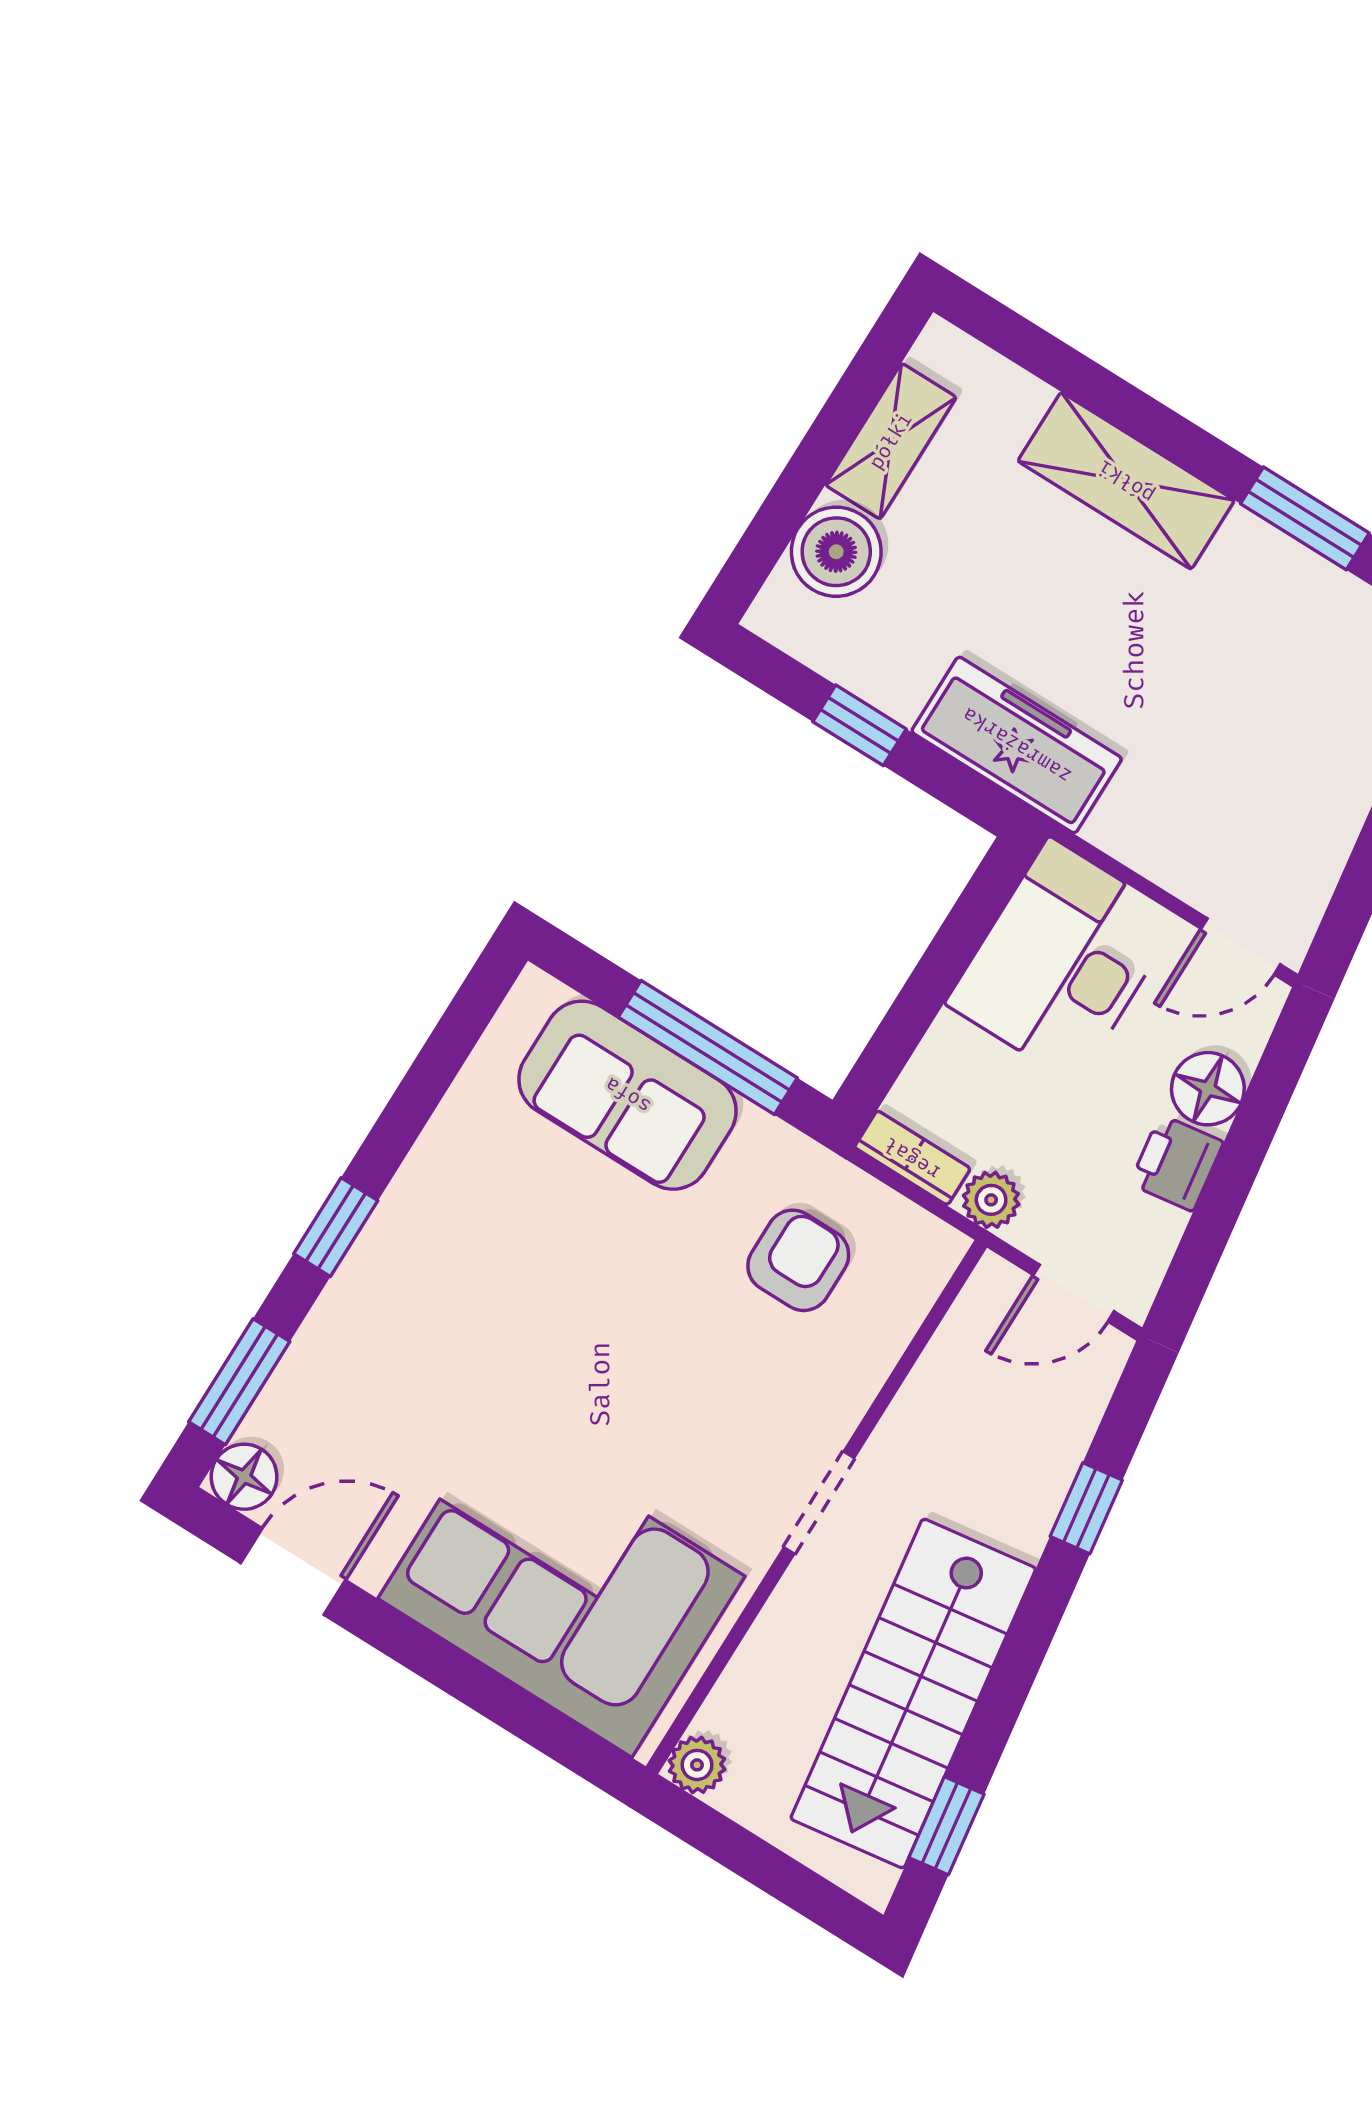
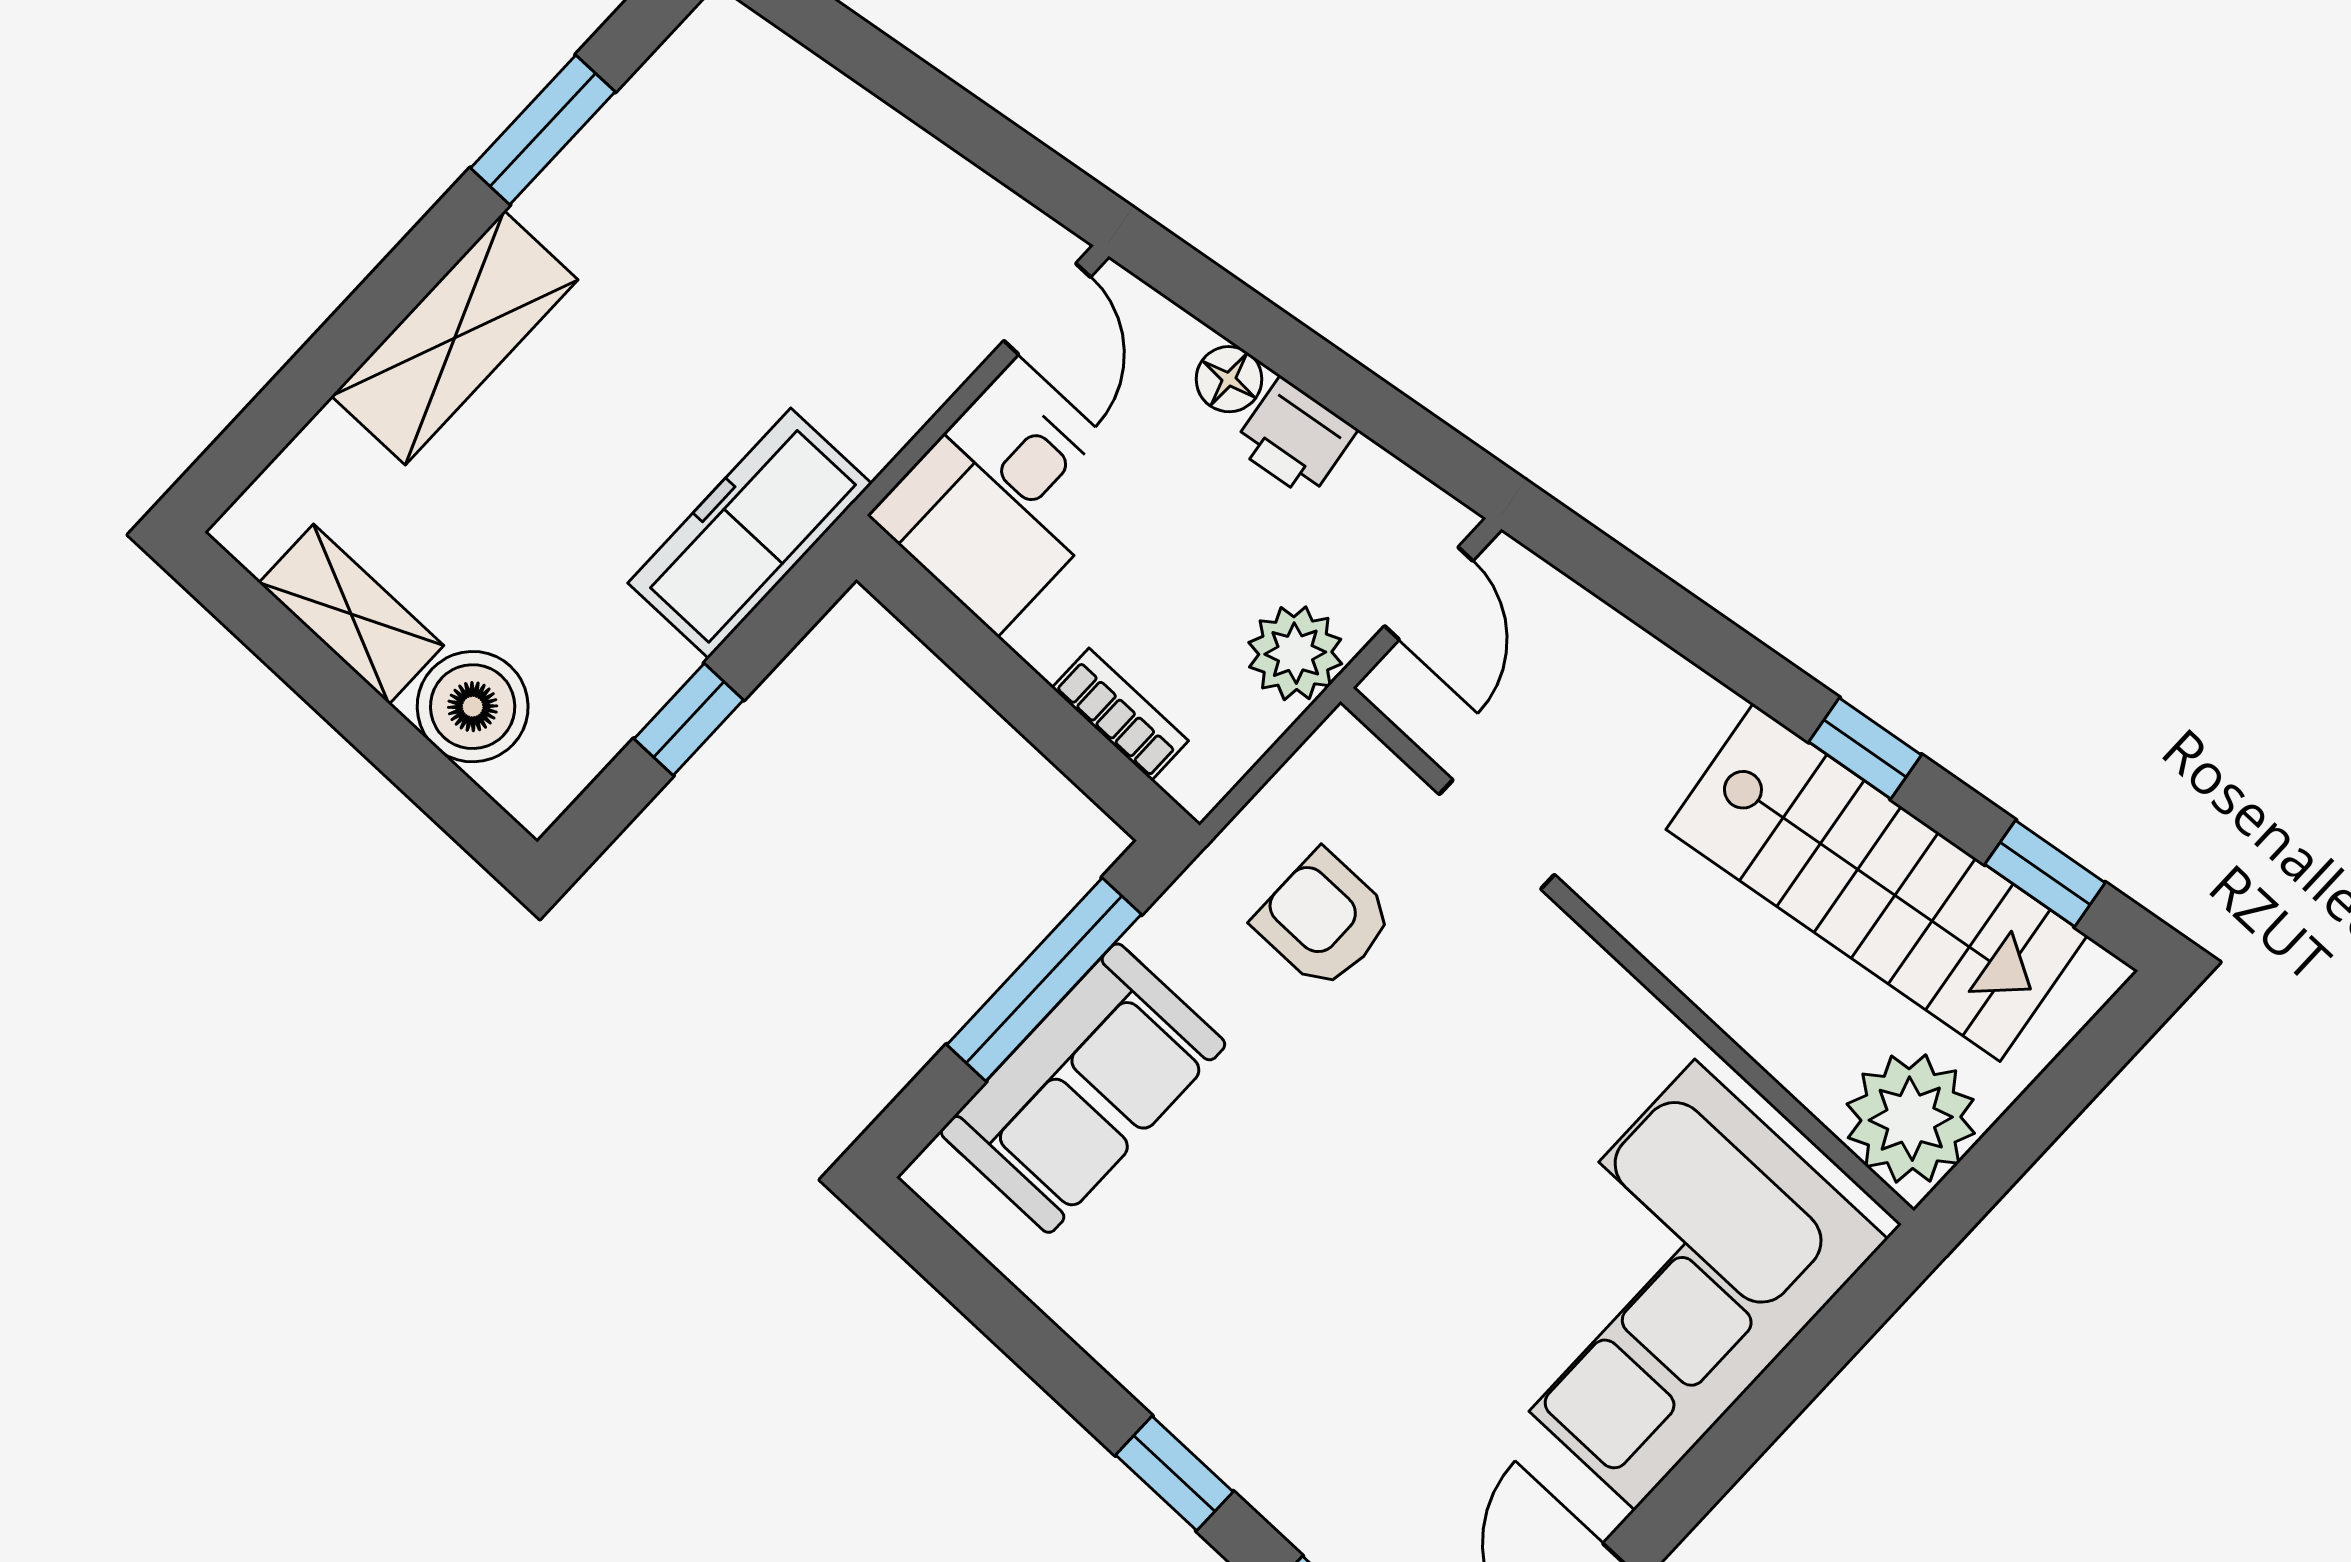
desk: (1062, 961) -> (998, 506), width x0.73
floor lamp: (1208, 1089) -> (1229, 379), width x0.73, depth x0.73
bookcase: (912, 1158) -> (1120, 714), moved, turned 90
plant: (991, 1200) -> (1295, 653), width x1.38, depth x1.38
doorway: (819, 1503) -> (1497, 834), moved
window: (1086, 1508) -> (1865, 748), moved
plant: (697, 1765) -> (1911, 1119), width x1.88, depth x1.88

